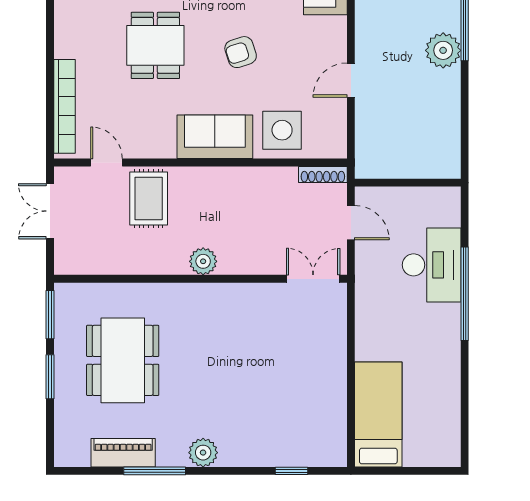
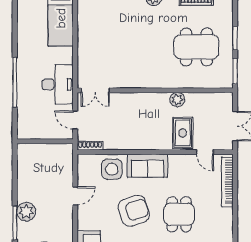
armchair: (241, 52) -> (134, 211), width x1.88, depth x1.88
plant: (203, 261) -> (177, 100), moved
desk: (432, 265) -> (58, 84), moved, turned 180
dining table: (123, 360) -> (196, 47), turned 90

